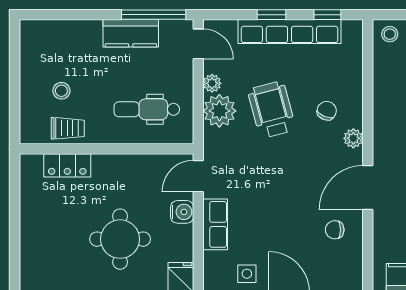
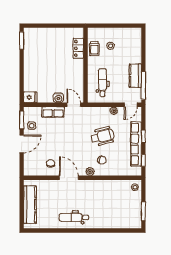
plant: (219, 111) -> (102, 114), removed
round table: (120, 239) -> (47, 71), removed

